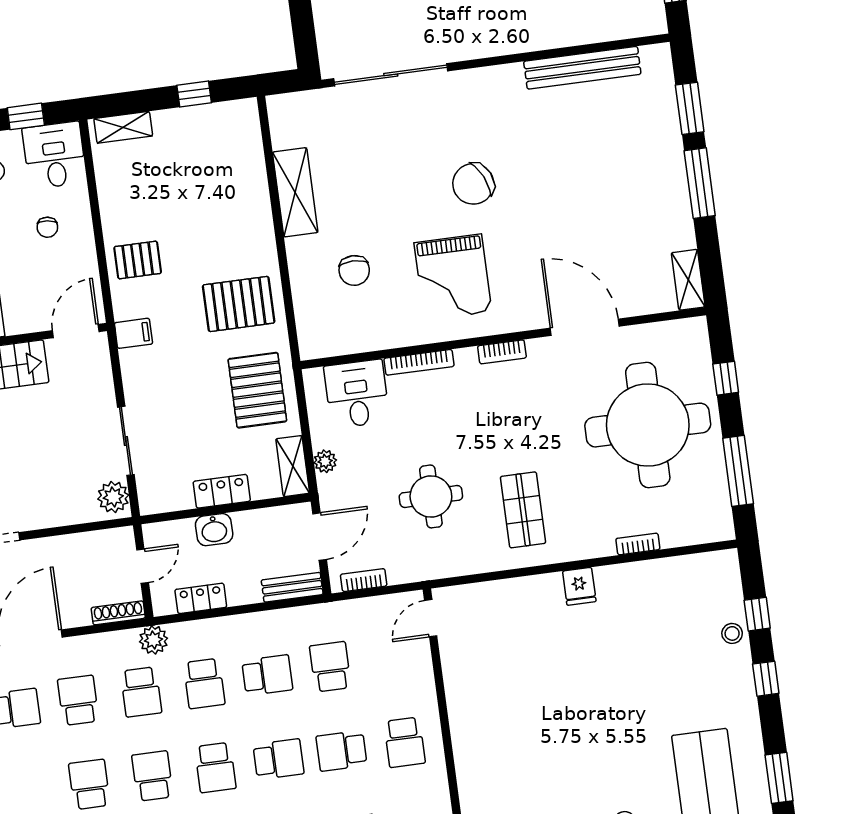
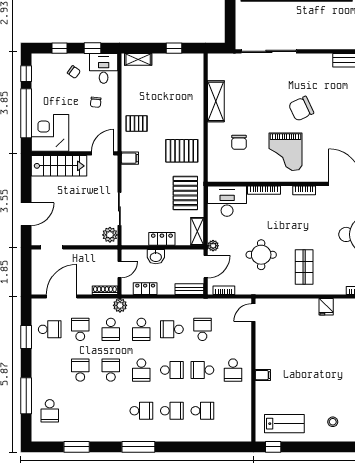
desk: (357, 394) -> (227, 201), width x1.37
plant: (325, 461) -> (213, 246), moved
school desk: (267, 675) -> (172, 329), turned 180
filing cabinet: (468, 745) -> (263, 375), added

